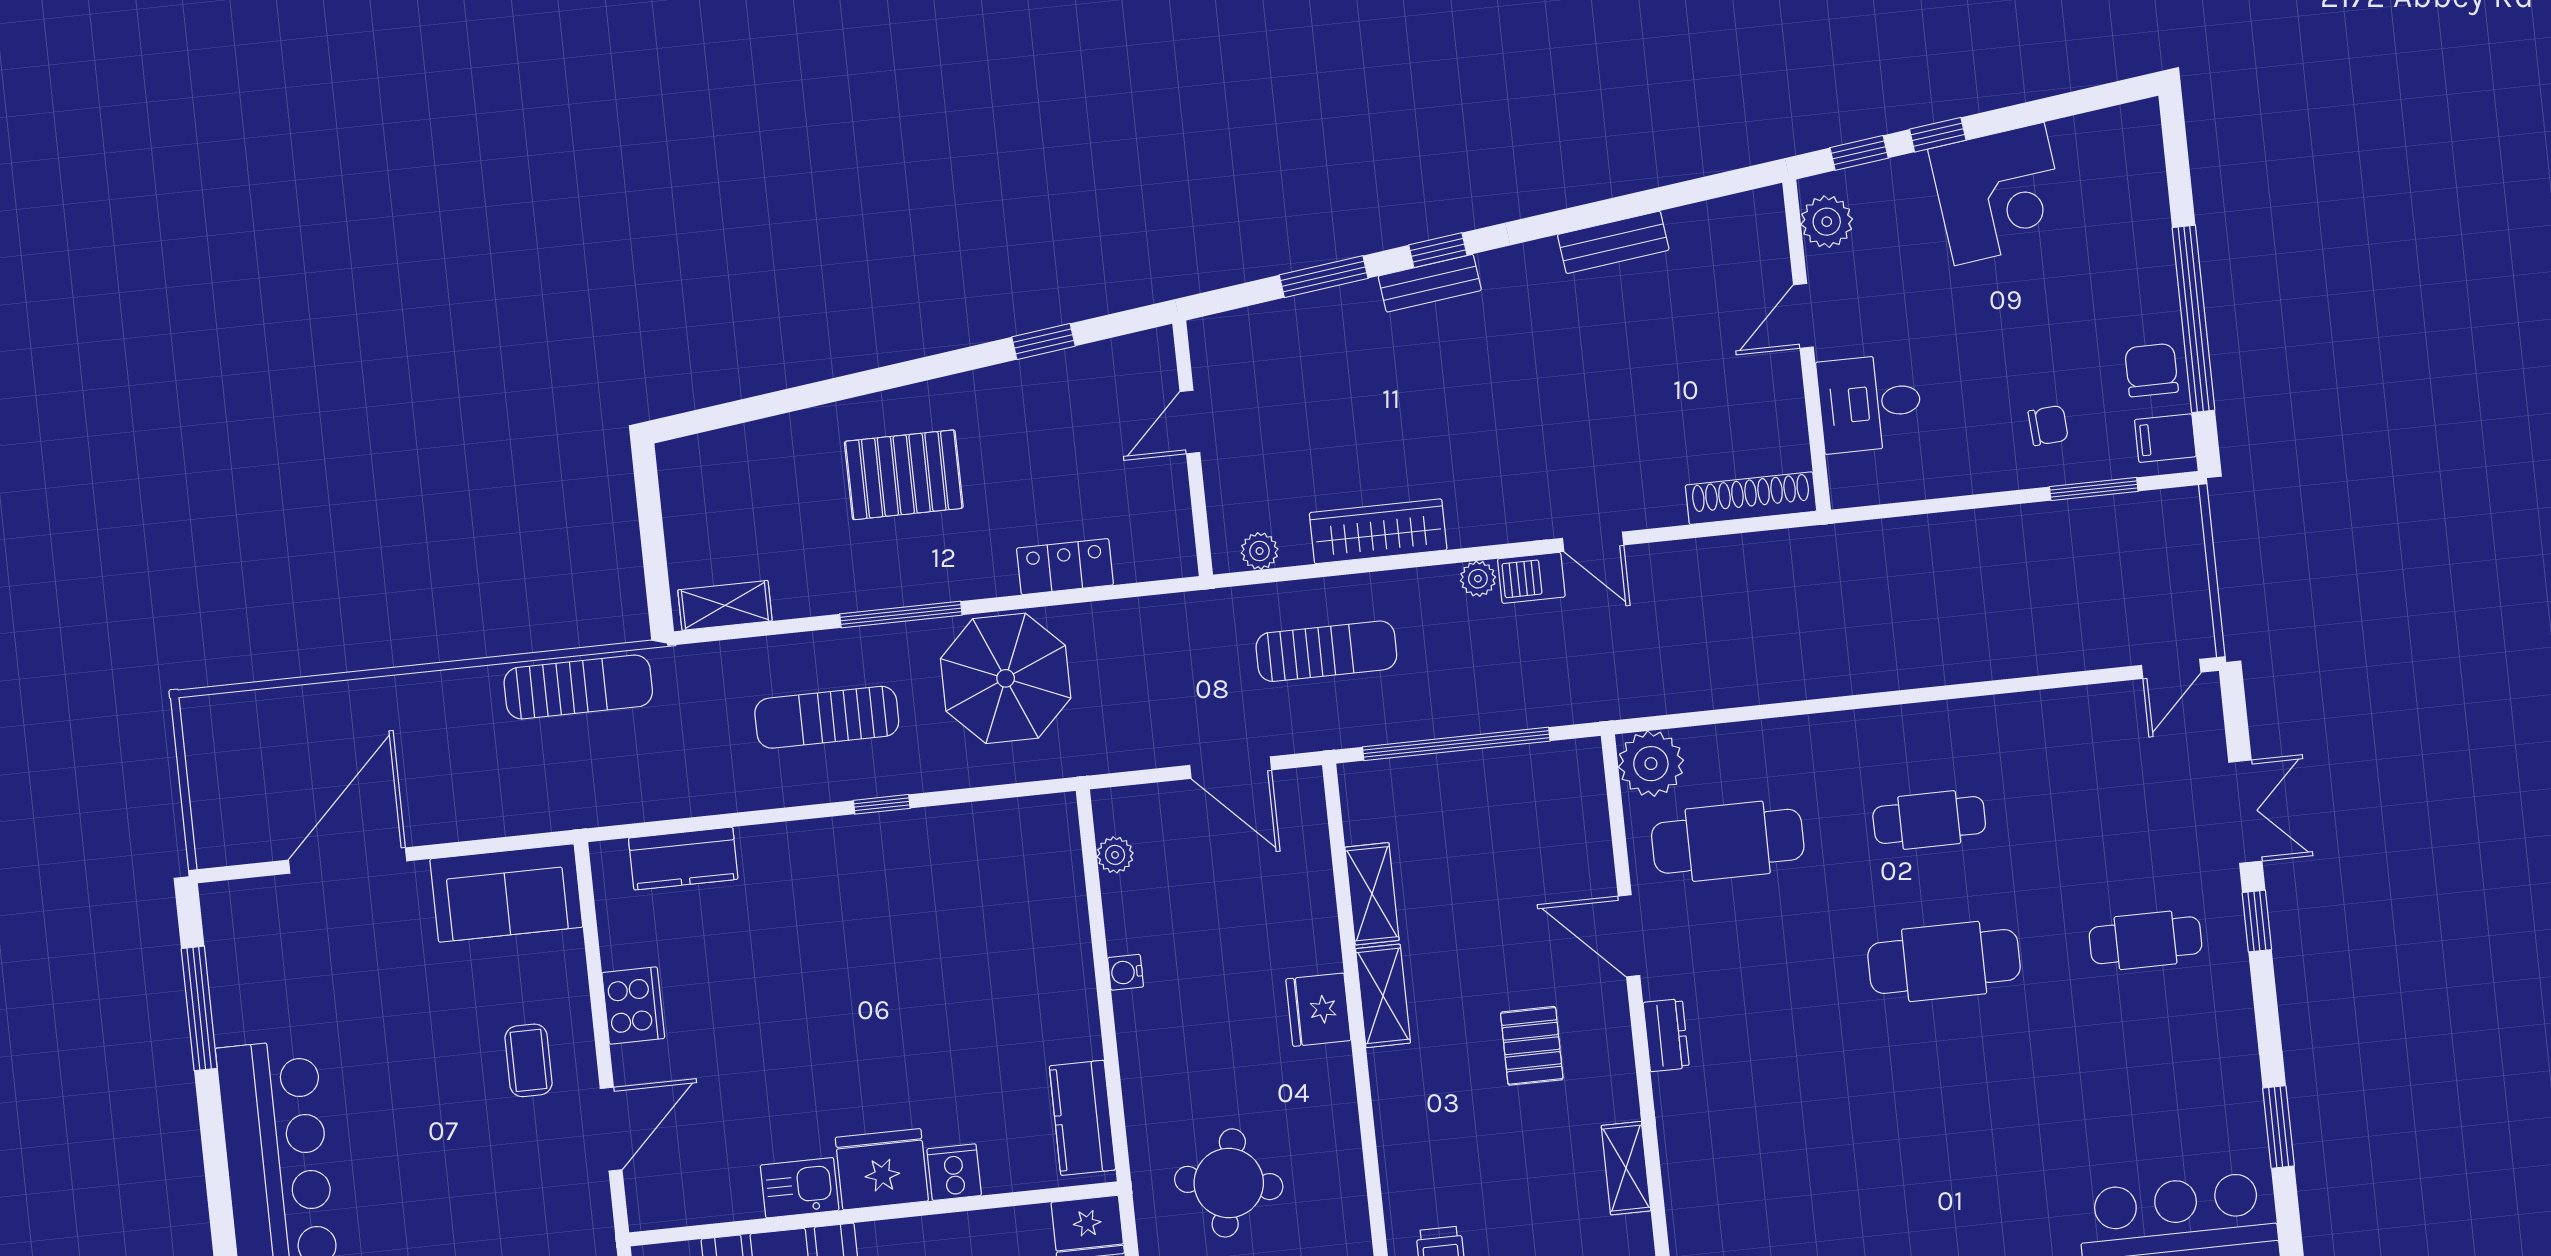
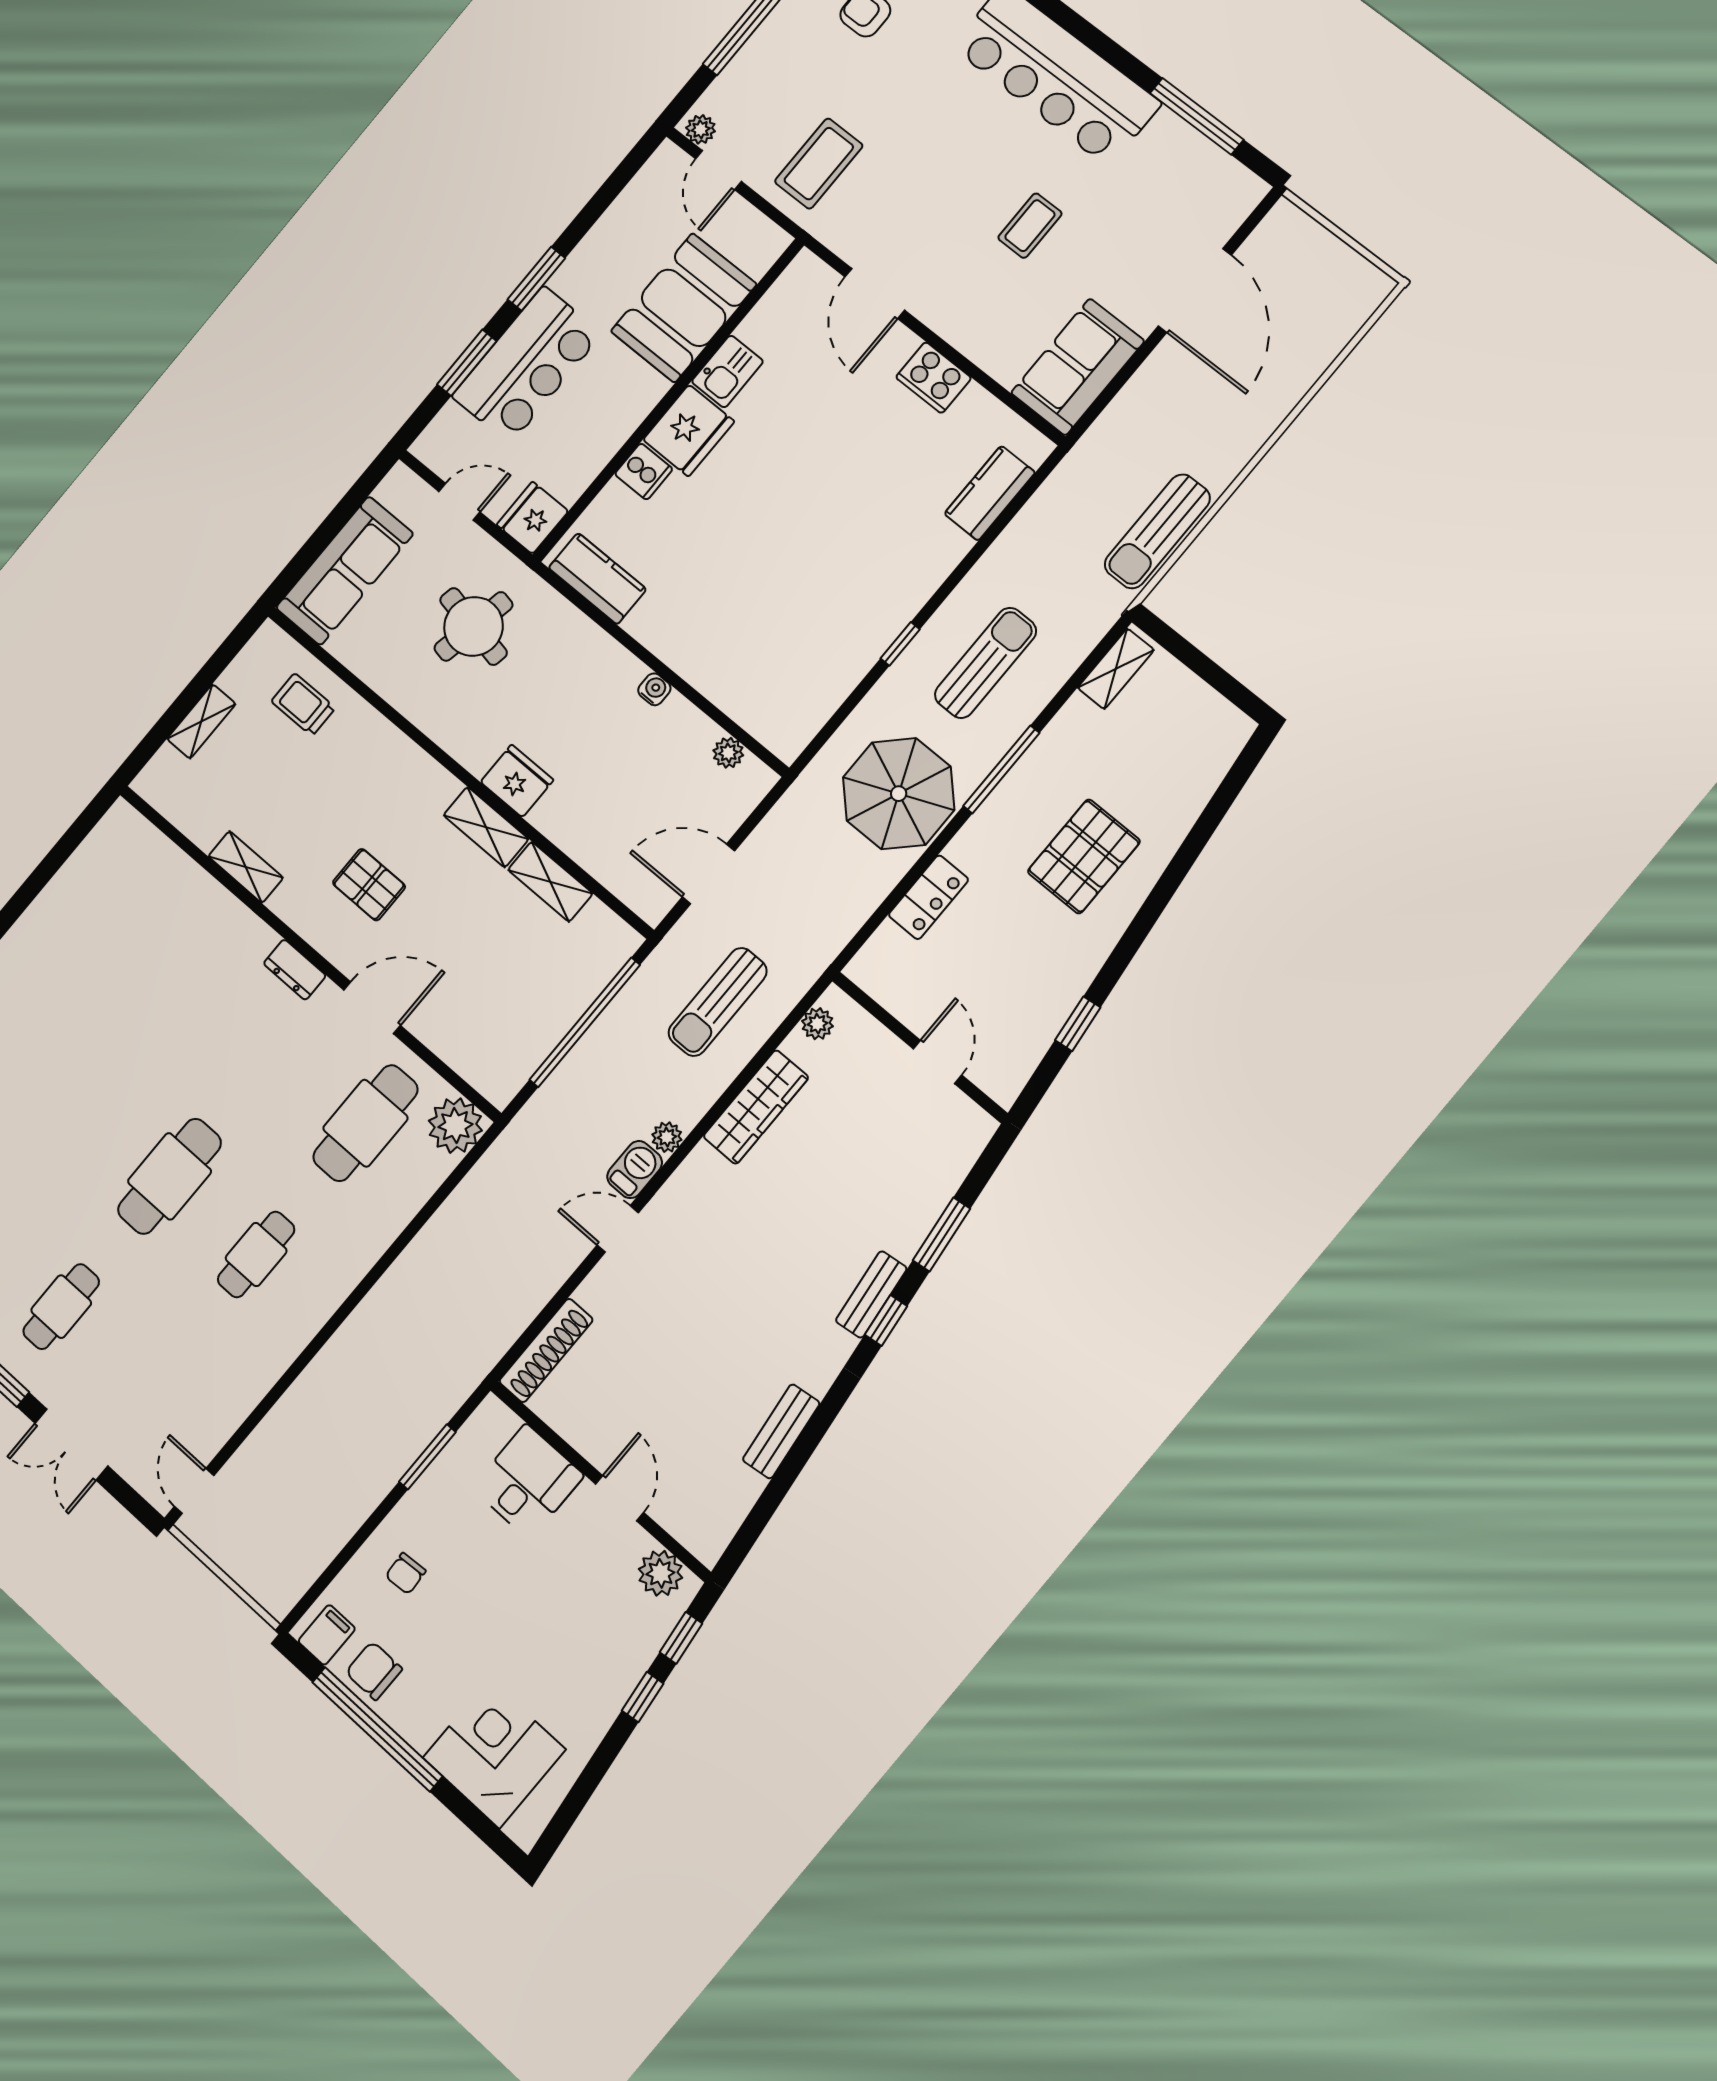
corner desk: (1999, 194) -> (494, 1754), moved, turned 97
chair: (2151, 370) -> (374, 1671), turned 180
window: (2094, 489) -> (427, 1457), moved
coffee table: (528, 1060) -> (1030, 226), moved, turned 90

